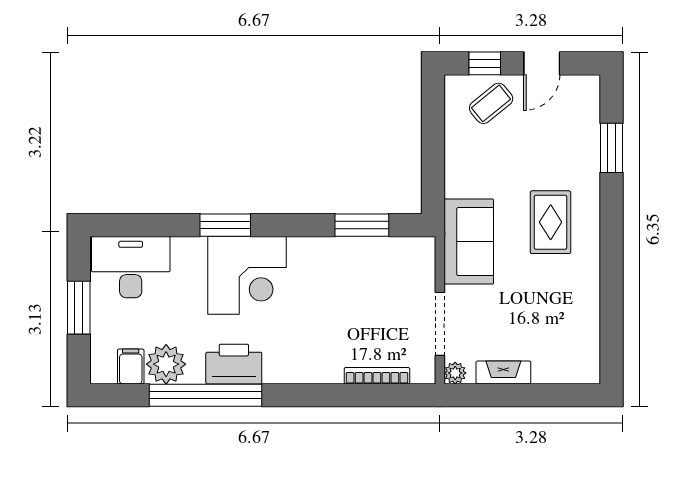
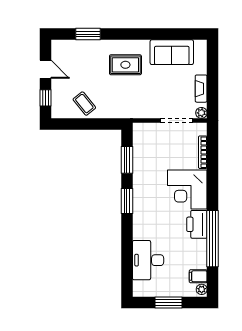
coffee table: (491, 103) -> (84, 104), moved
window: (225, 225) -> (127, 201), moved
sofa: (469, 242) -> (172, 52), moved, turned 180
desk: (131, 267) -> (148, 260), moved
corner desk: (247, 275) -> (187, 189), moved, turned 180
plant: (166, 364) -> (202, 289), moved, width x0.53, depth x0.53

